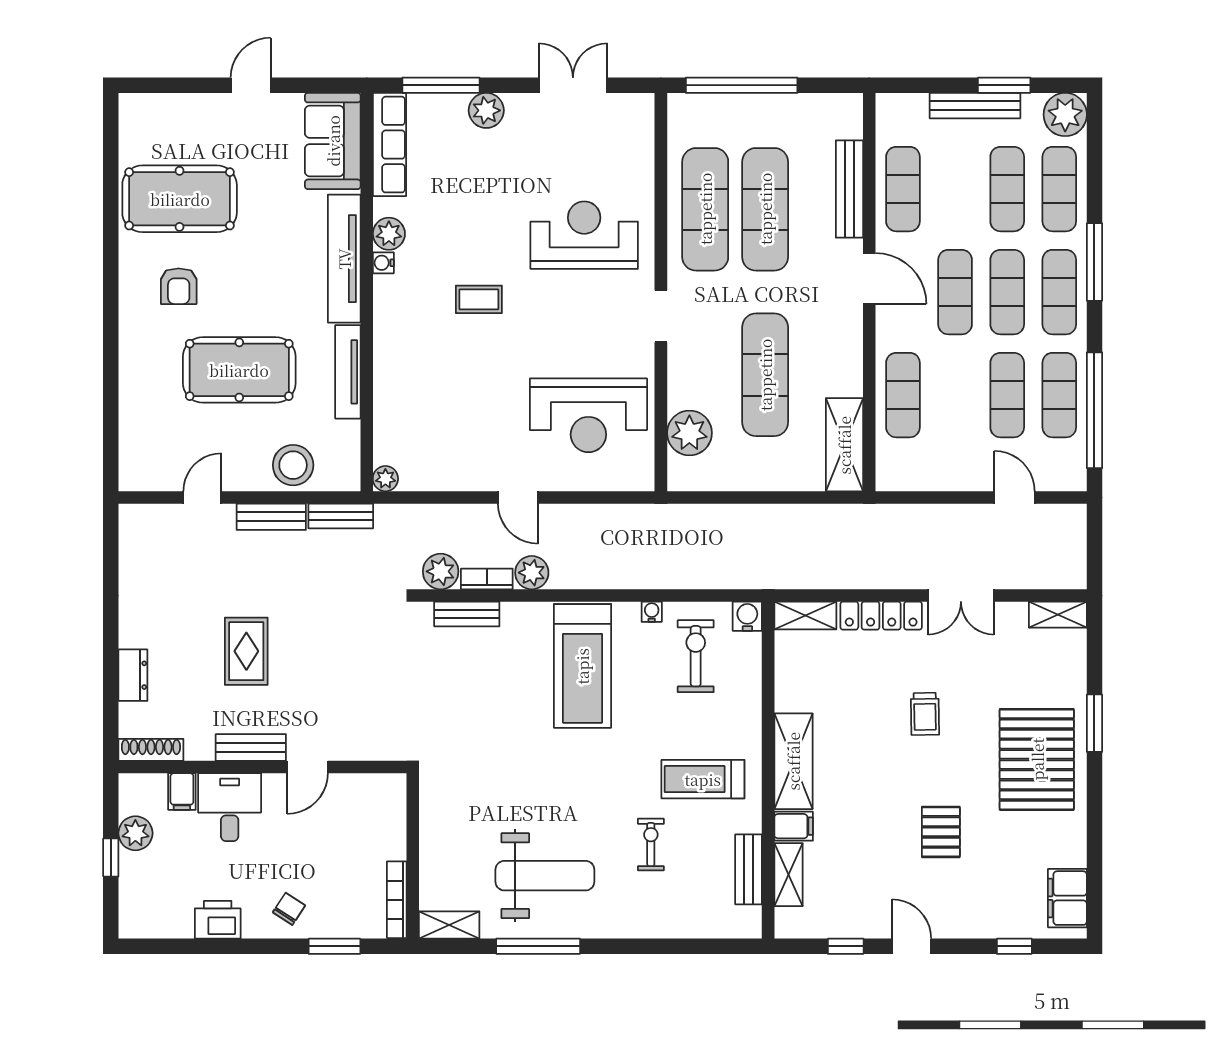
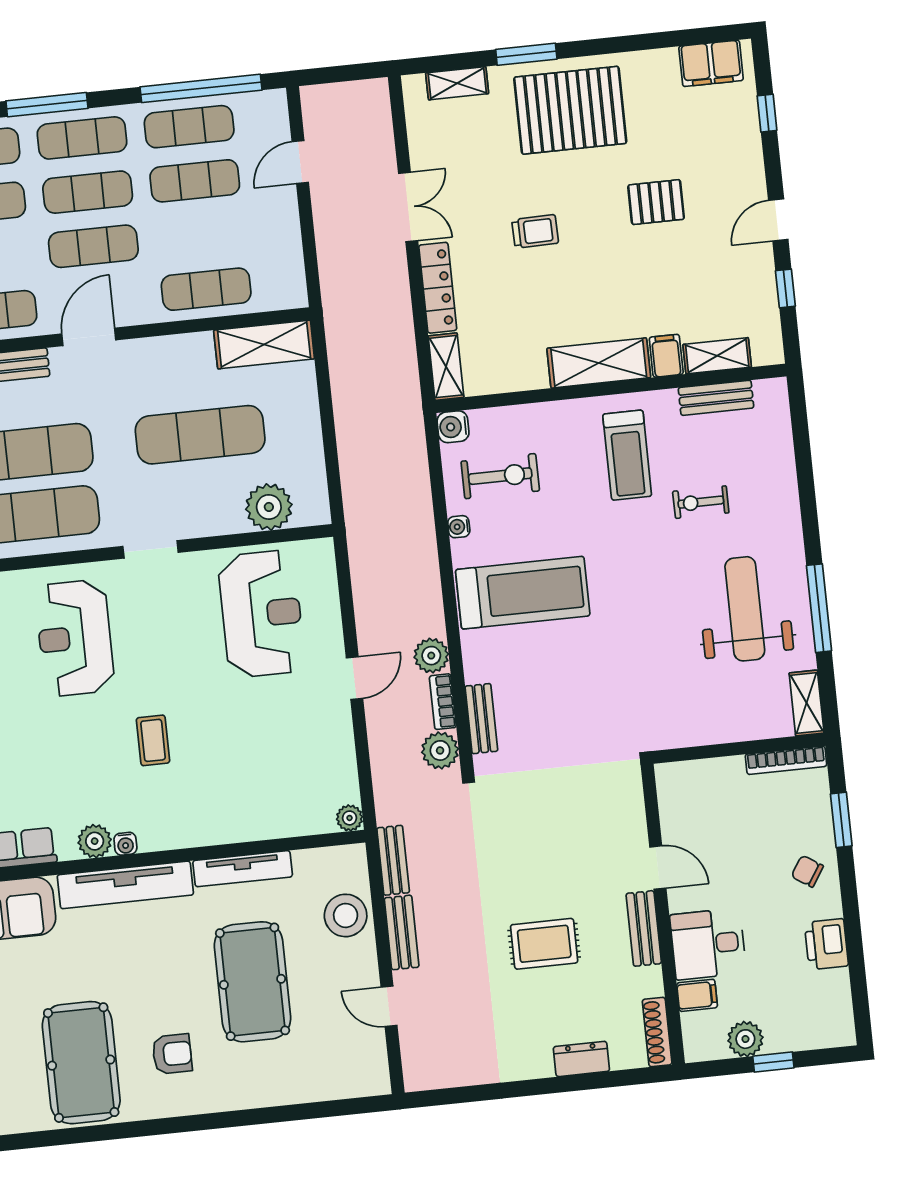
shelving: (1058, 615) -> (457, 83), moved, turned 90
exercise bike: (696, 656) -> (500, 476), turned 180

